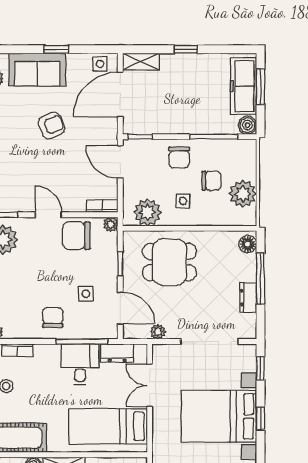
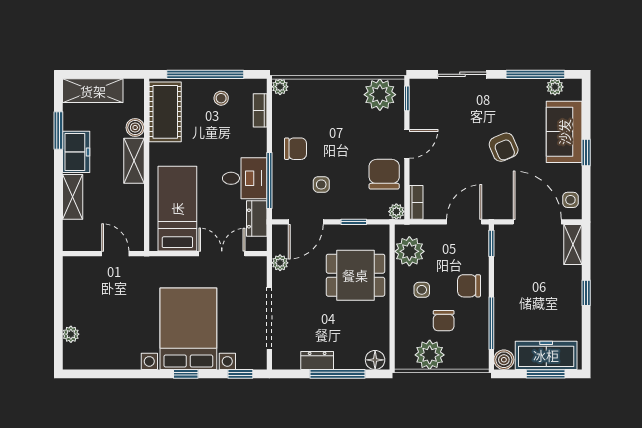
dining table: (169, 262) -> (355, 275), turned 90

